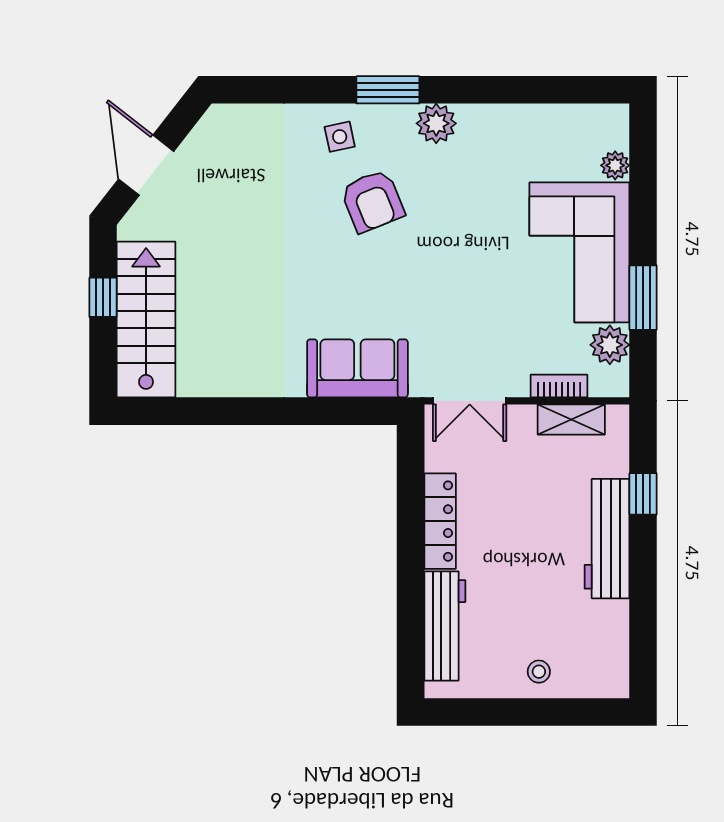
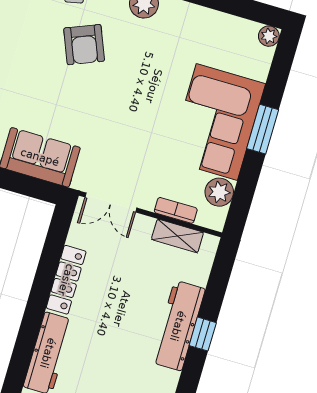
plant: (615, 165) -> (269, 36), moved
window: (643, 298) -> (263, 129), moved
window: (643, 494) -> (203, 334), moved

